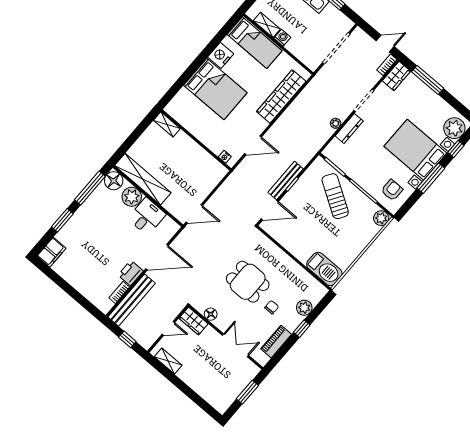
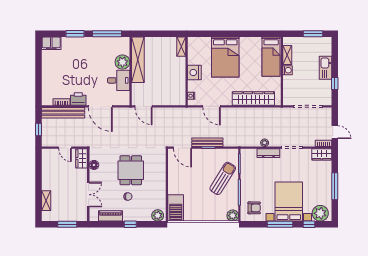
nightstand: (221, 55) -> (194, 73), moved, turned -90
window: (428, 80) -> (335, 186), moved
floor lamp: (114, 181) -> (123, 44), removed
plant: (304, 308) -> (158, 215), moved
shelving: (168, 361) -> (46, 201), moved

